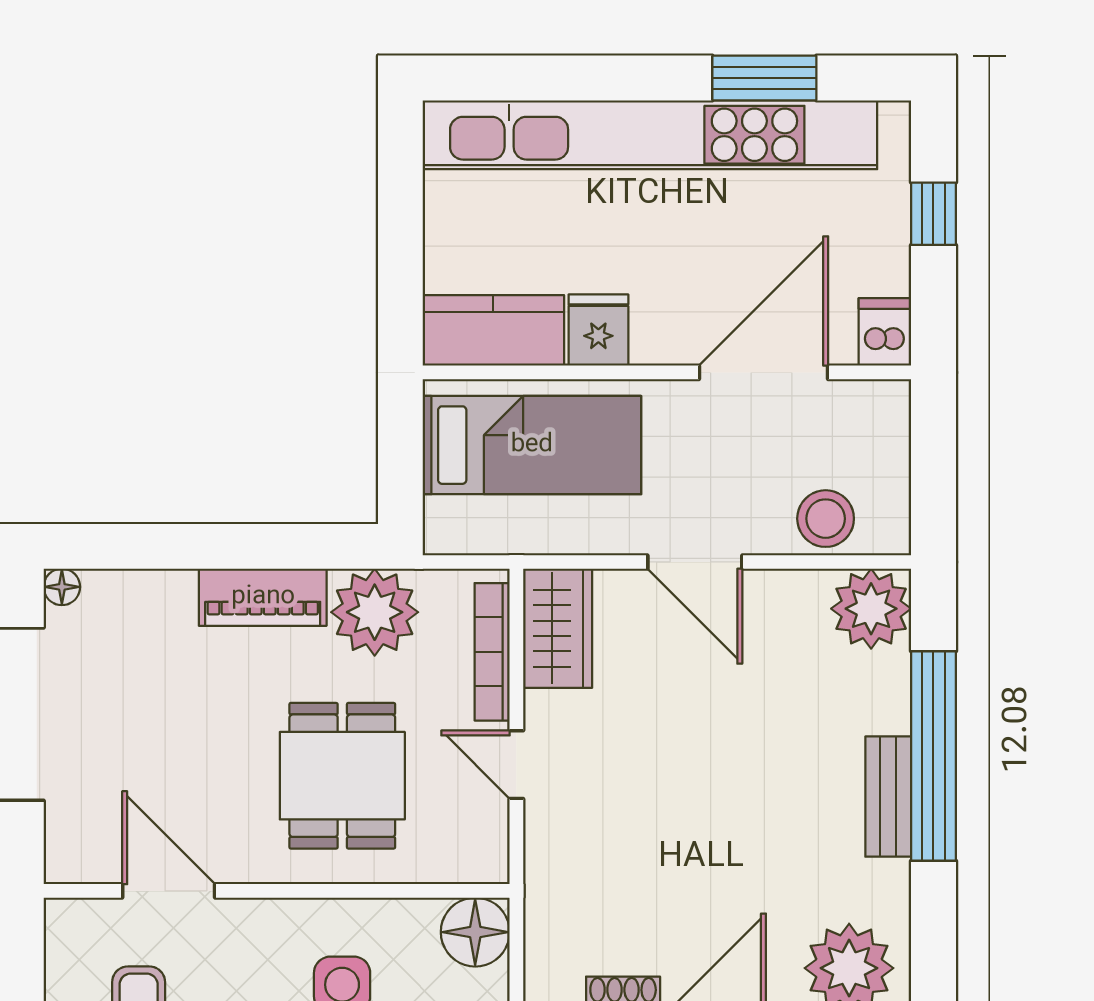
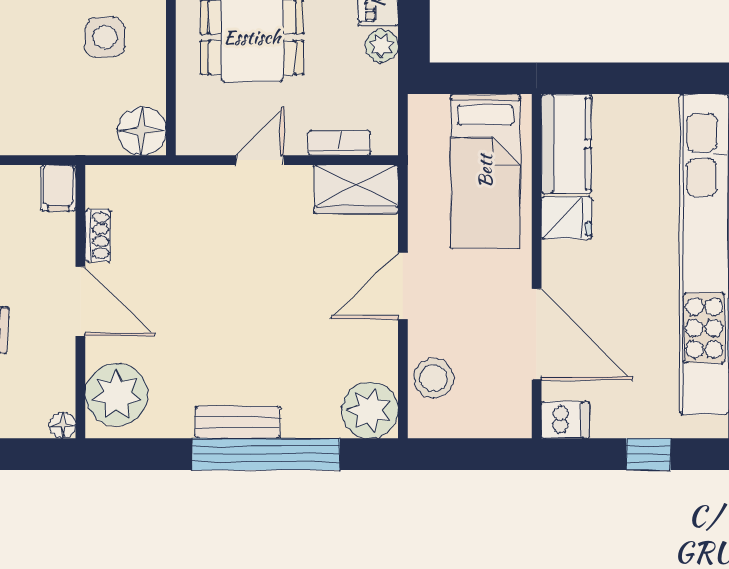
plant: (375, 612) -> (382, 46), width x0.53, depth x0.53
bookcase: (492, 652) -> (339, 143), width x0.64

